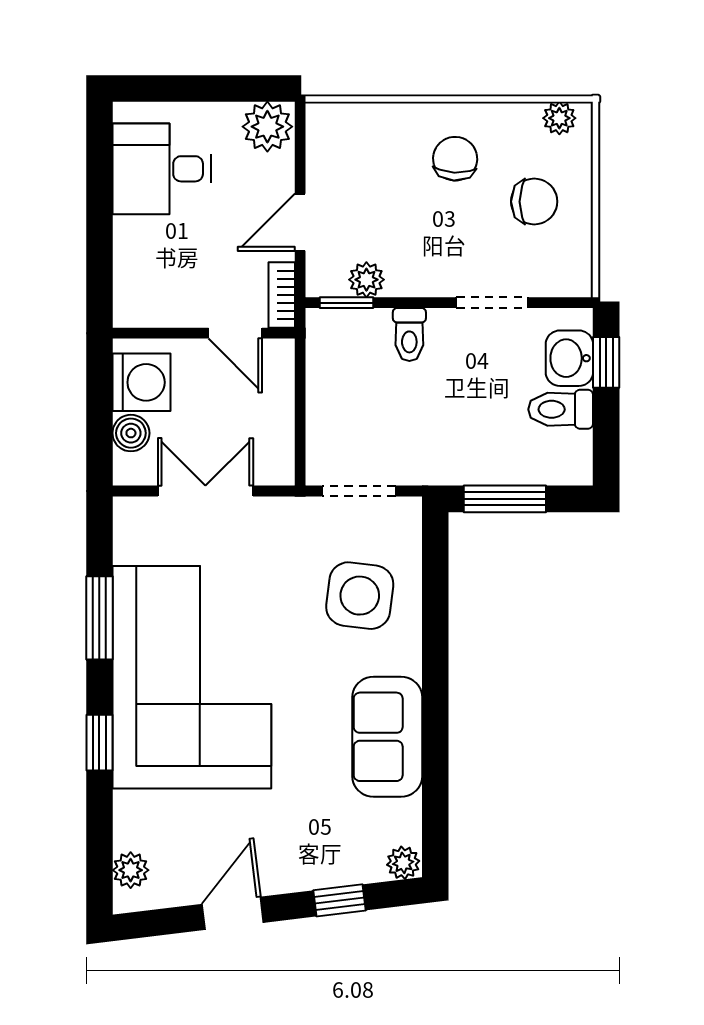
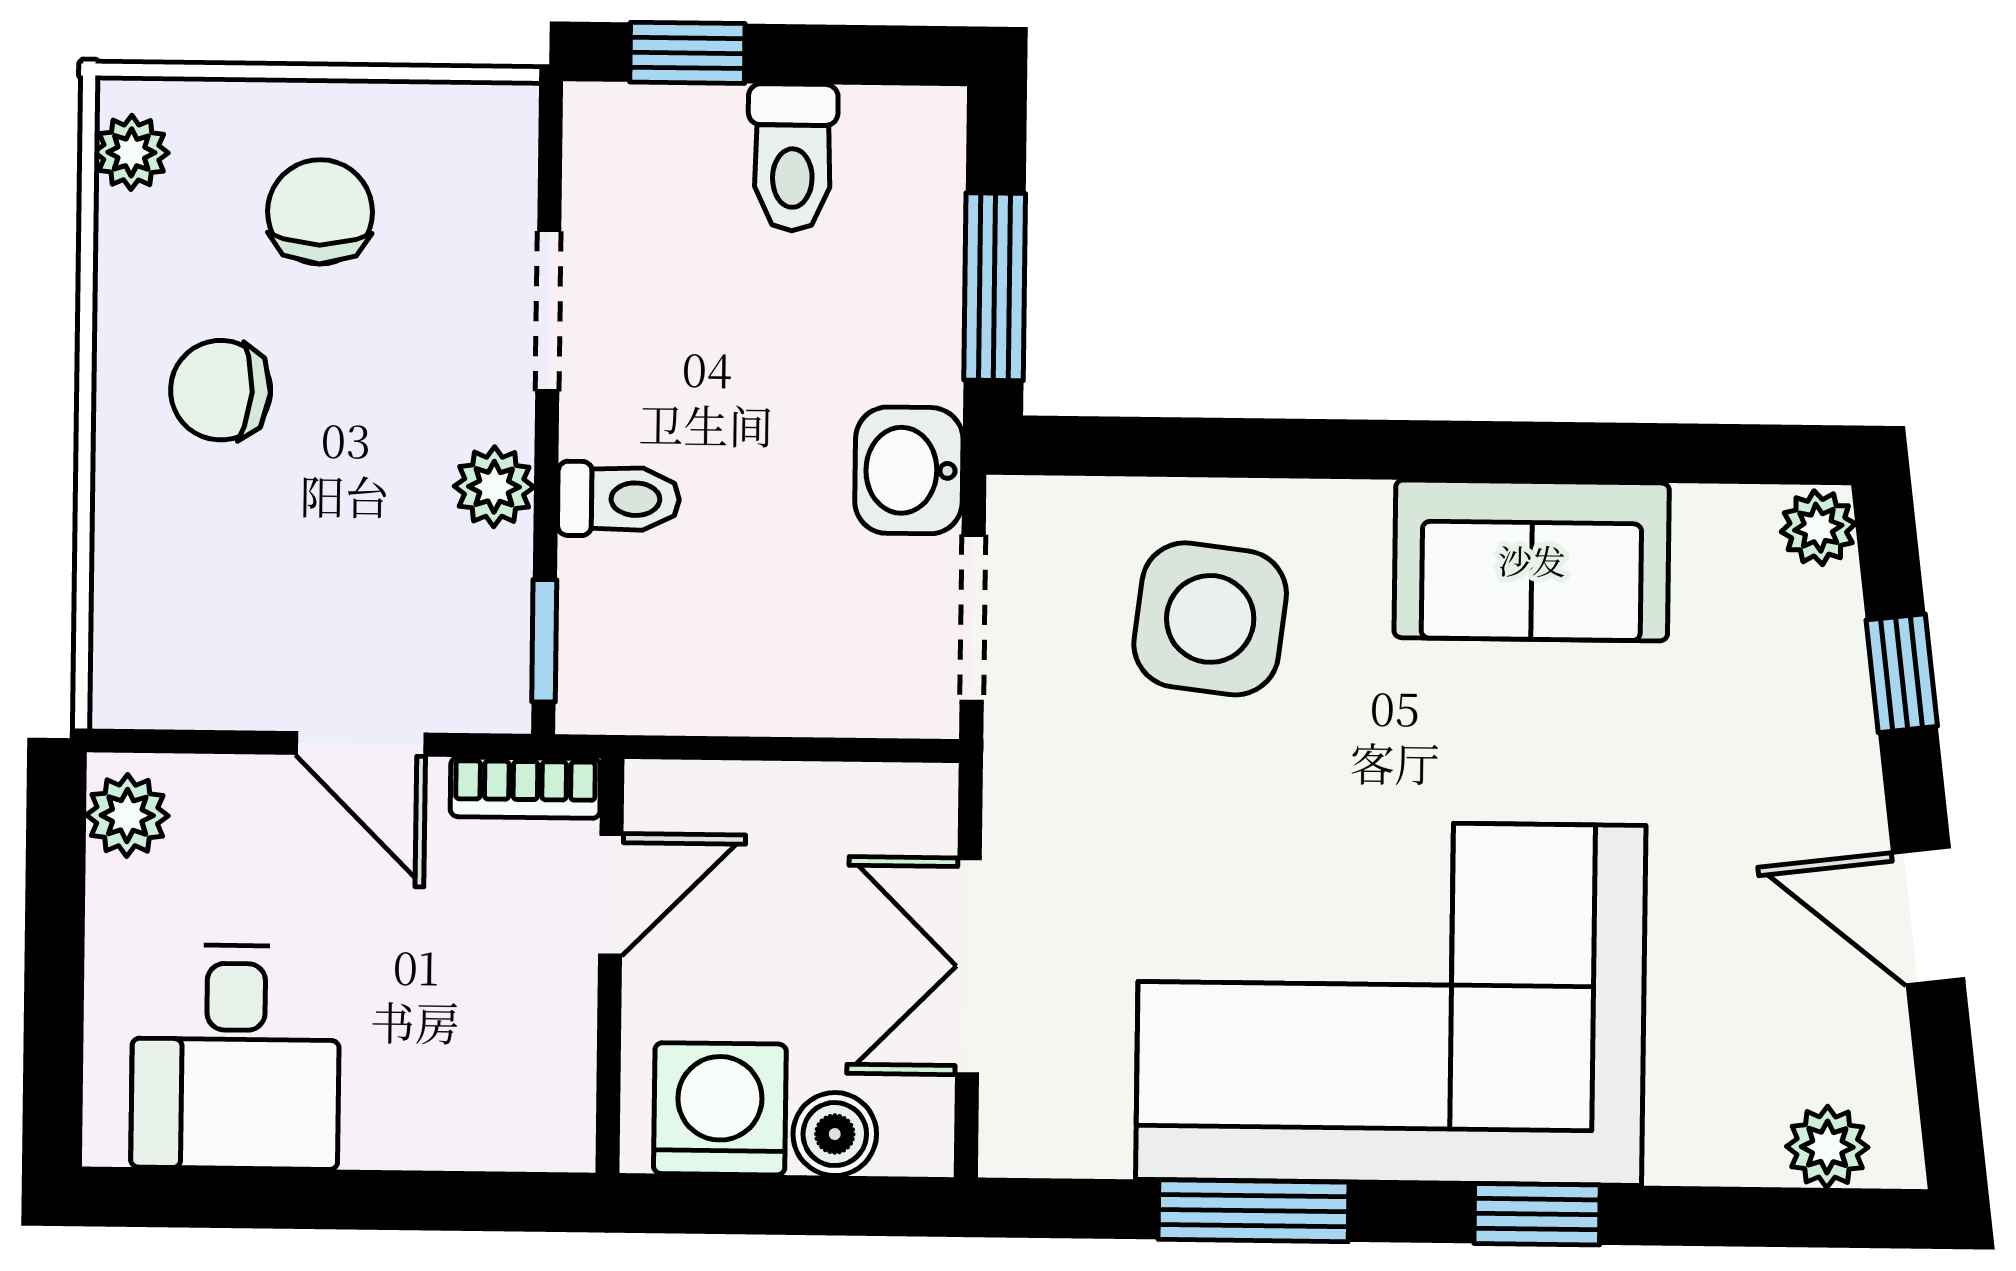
plant: (267, 127) -> (127, 815), width x0.73, depth x0.73
plant: (366, 280) -> (494, 487), moved
washbasin: (569, 358) -> (909, 470), moved, turned 90

